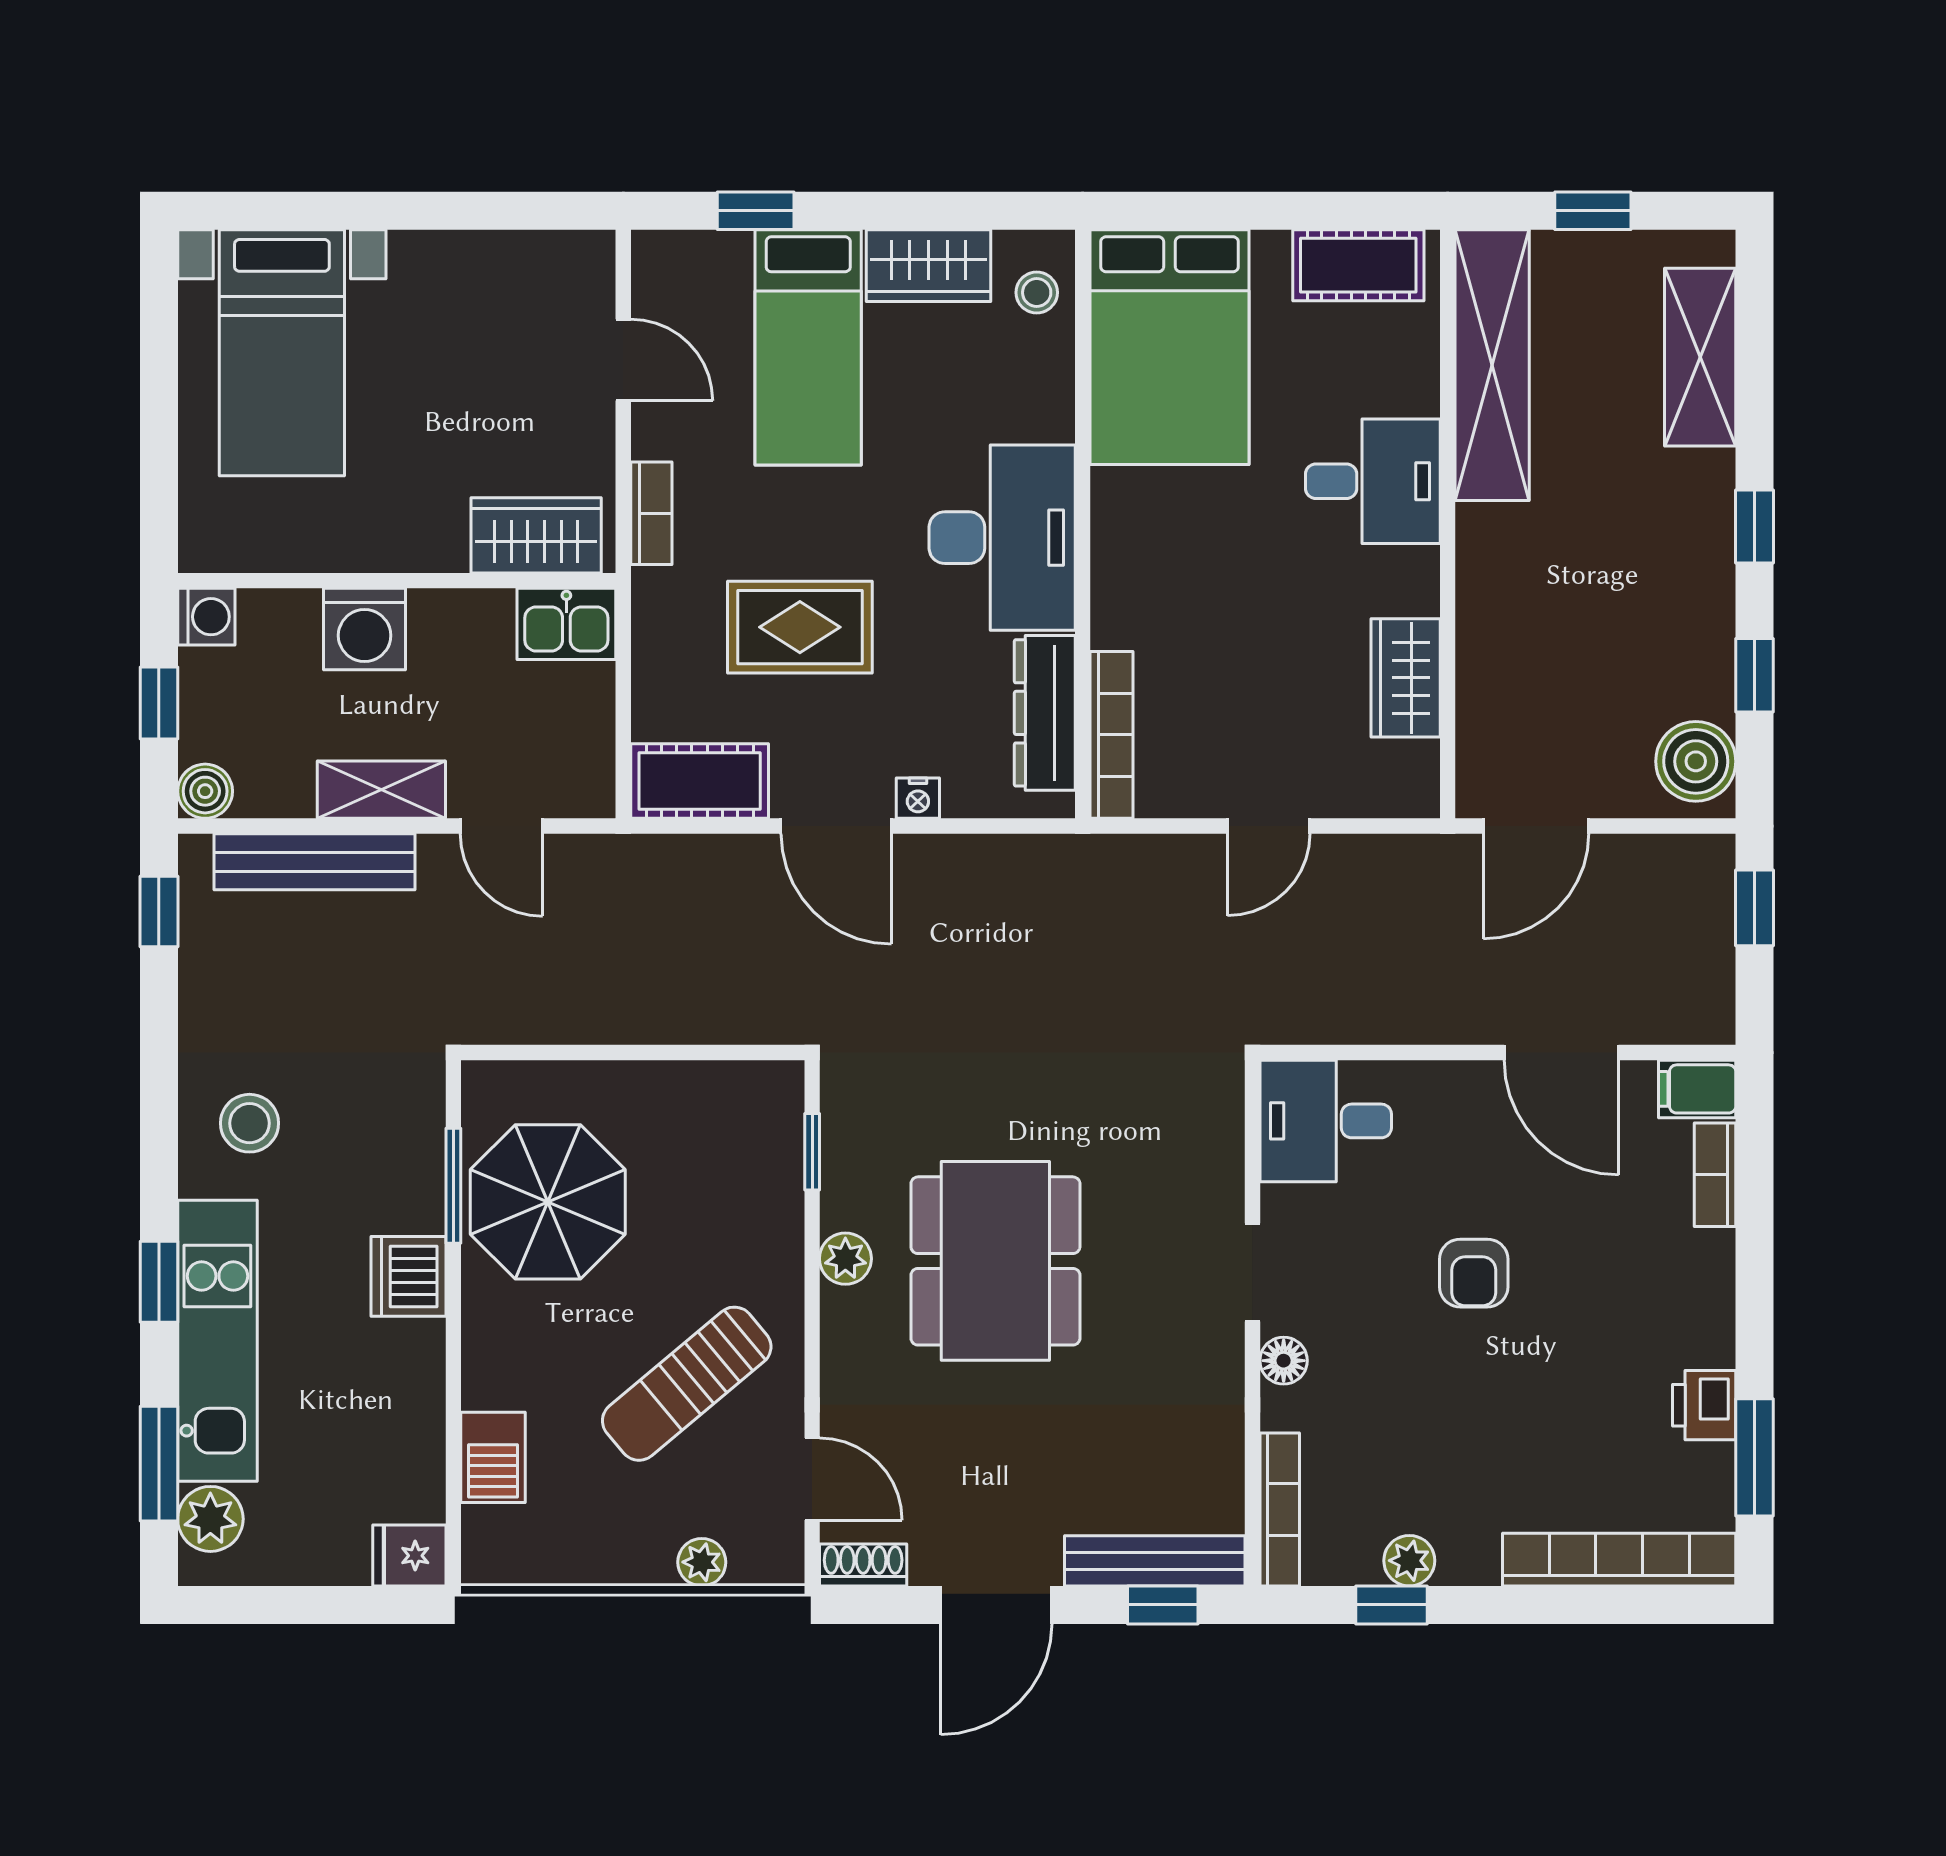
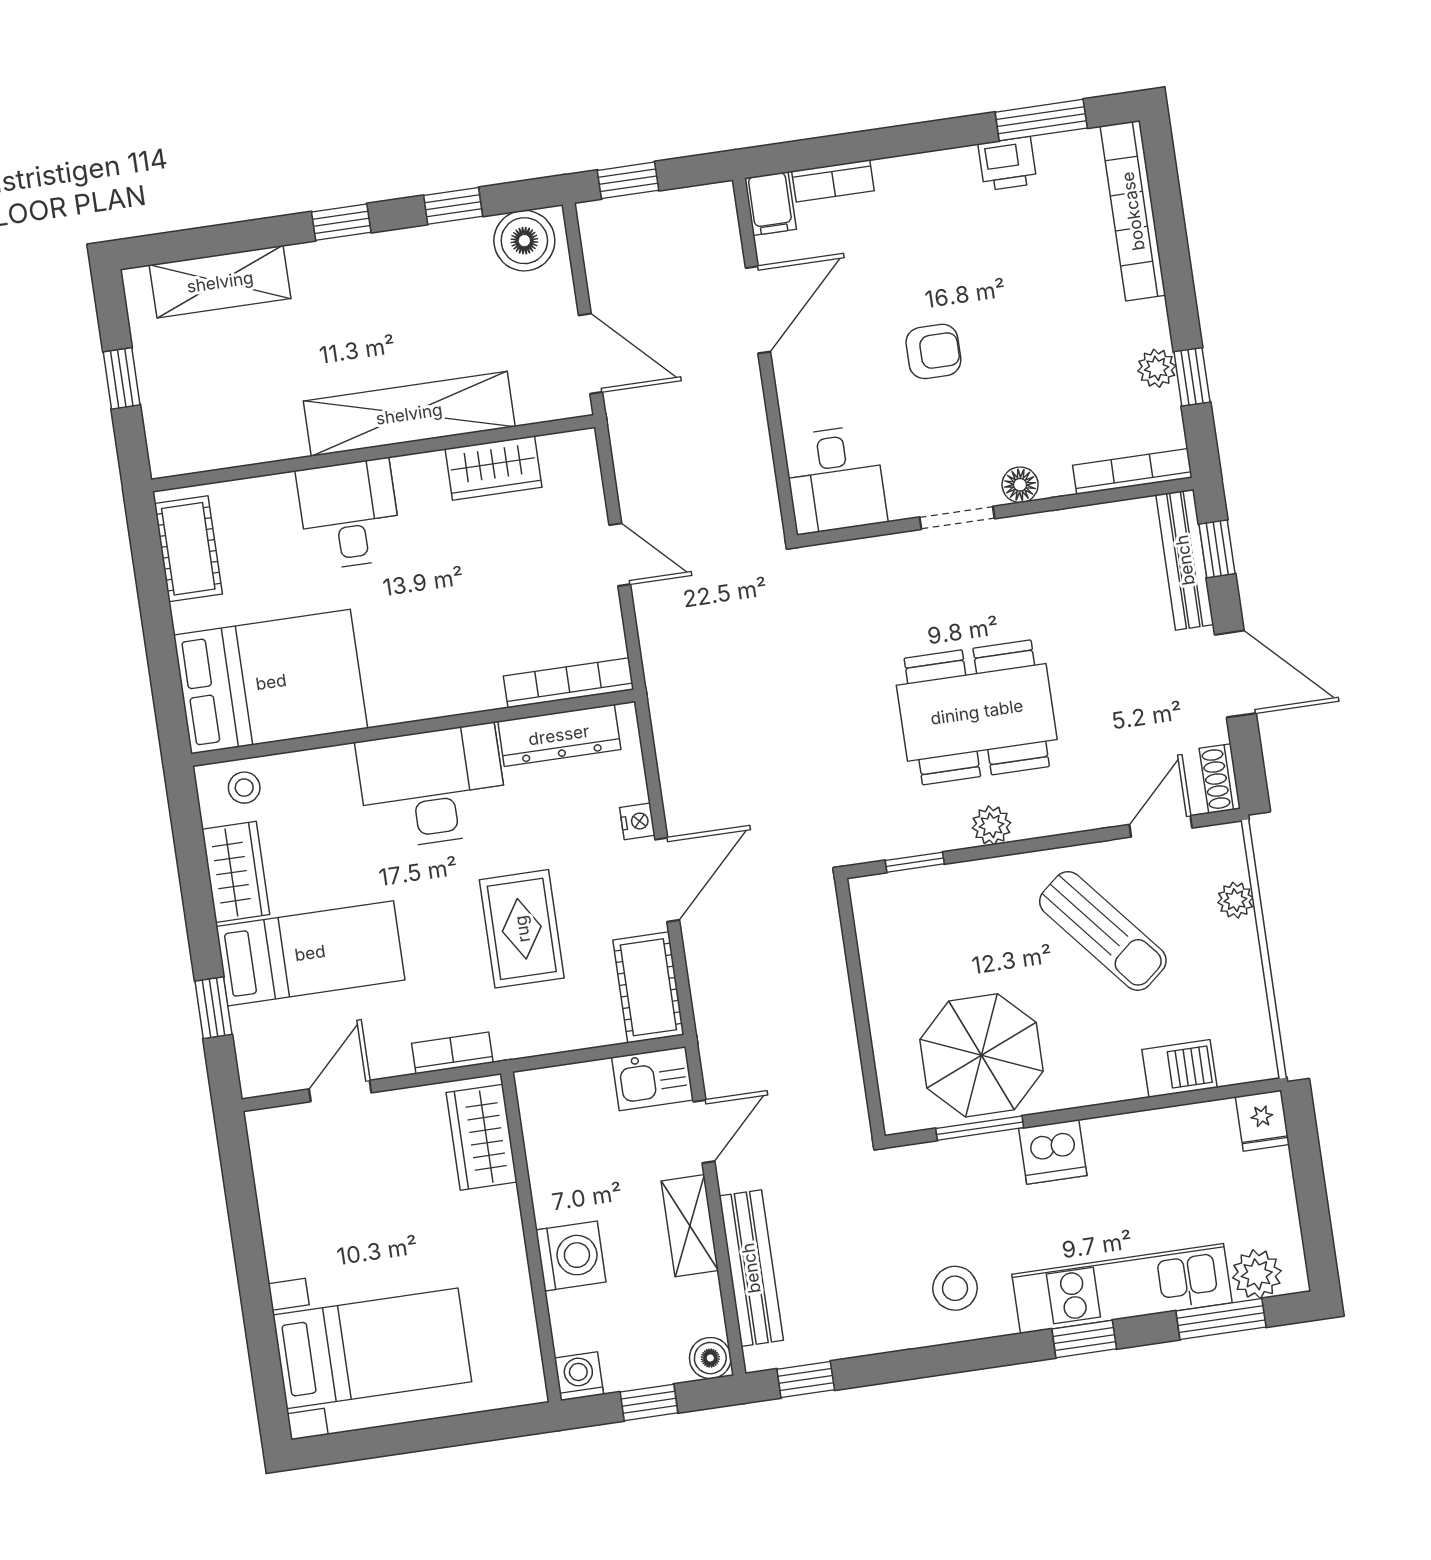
shelving: (1492, 365) -> (409, 414), moved
kitchen sink: (566, 624) -> (653, 1079), moved, turned 90

